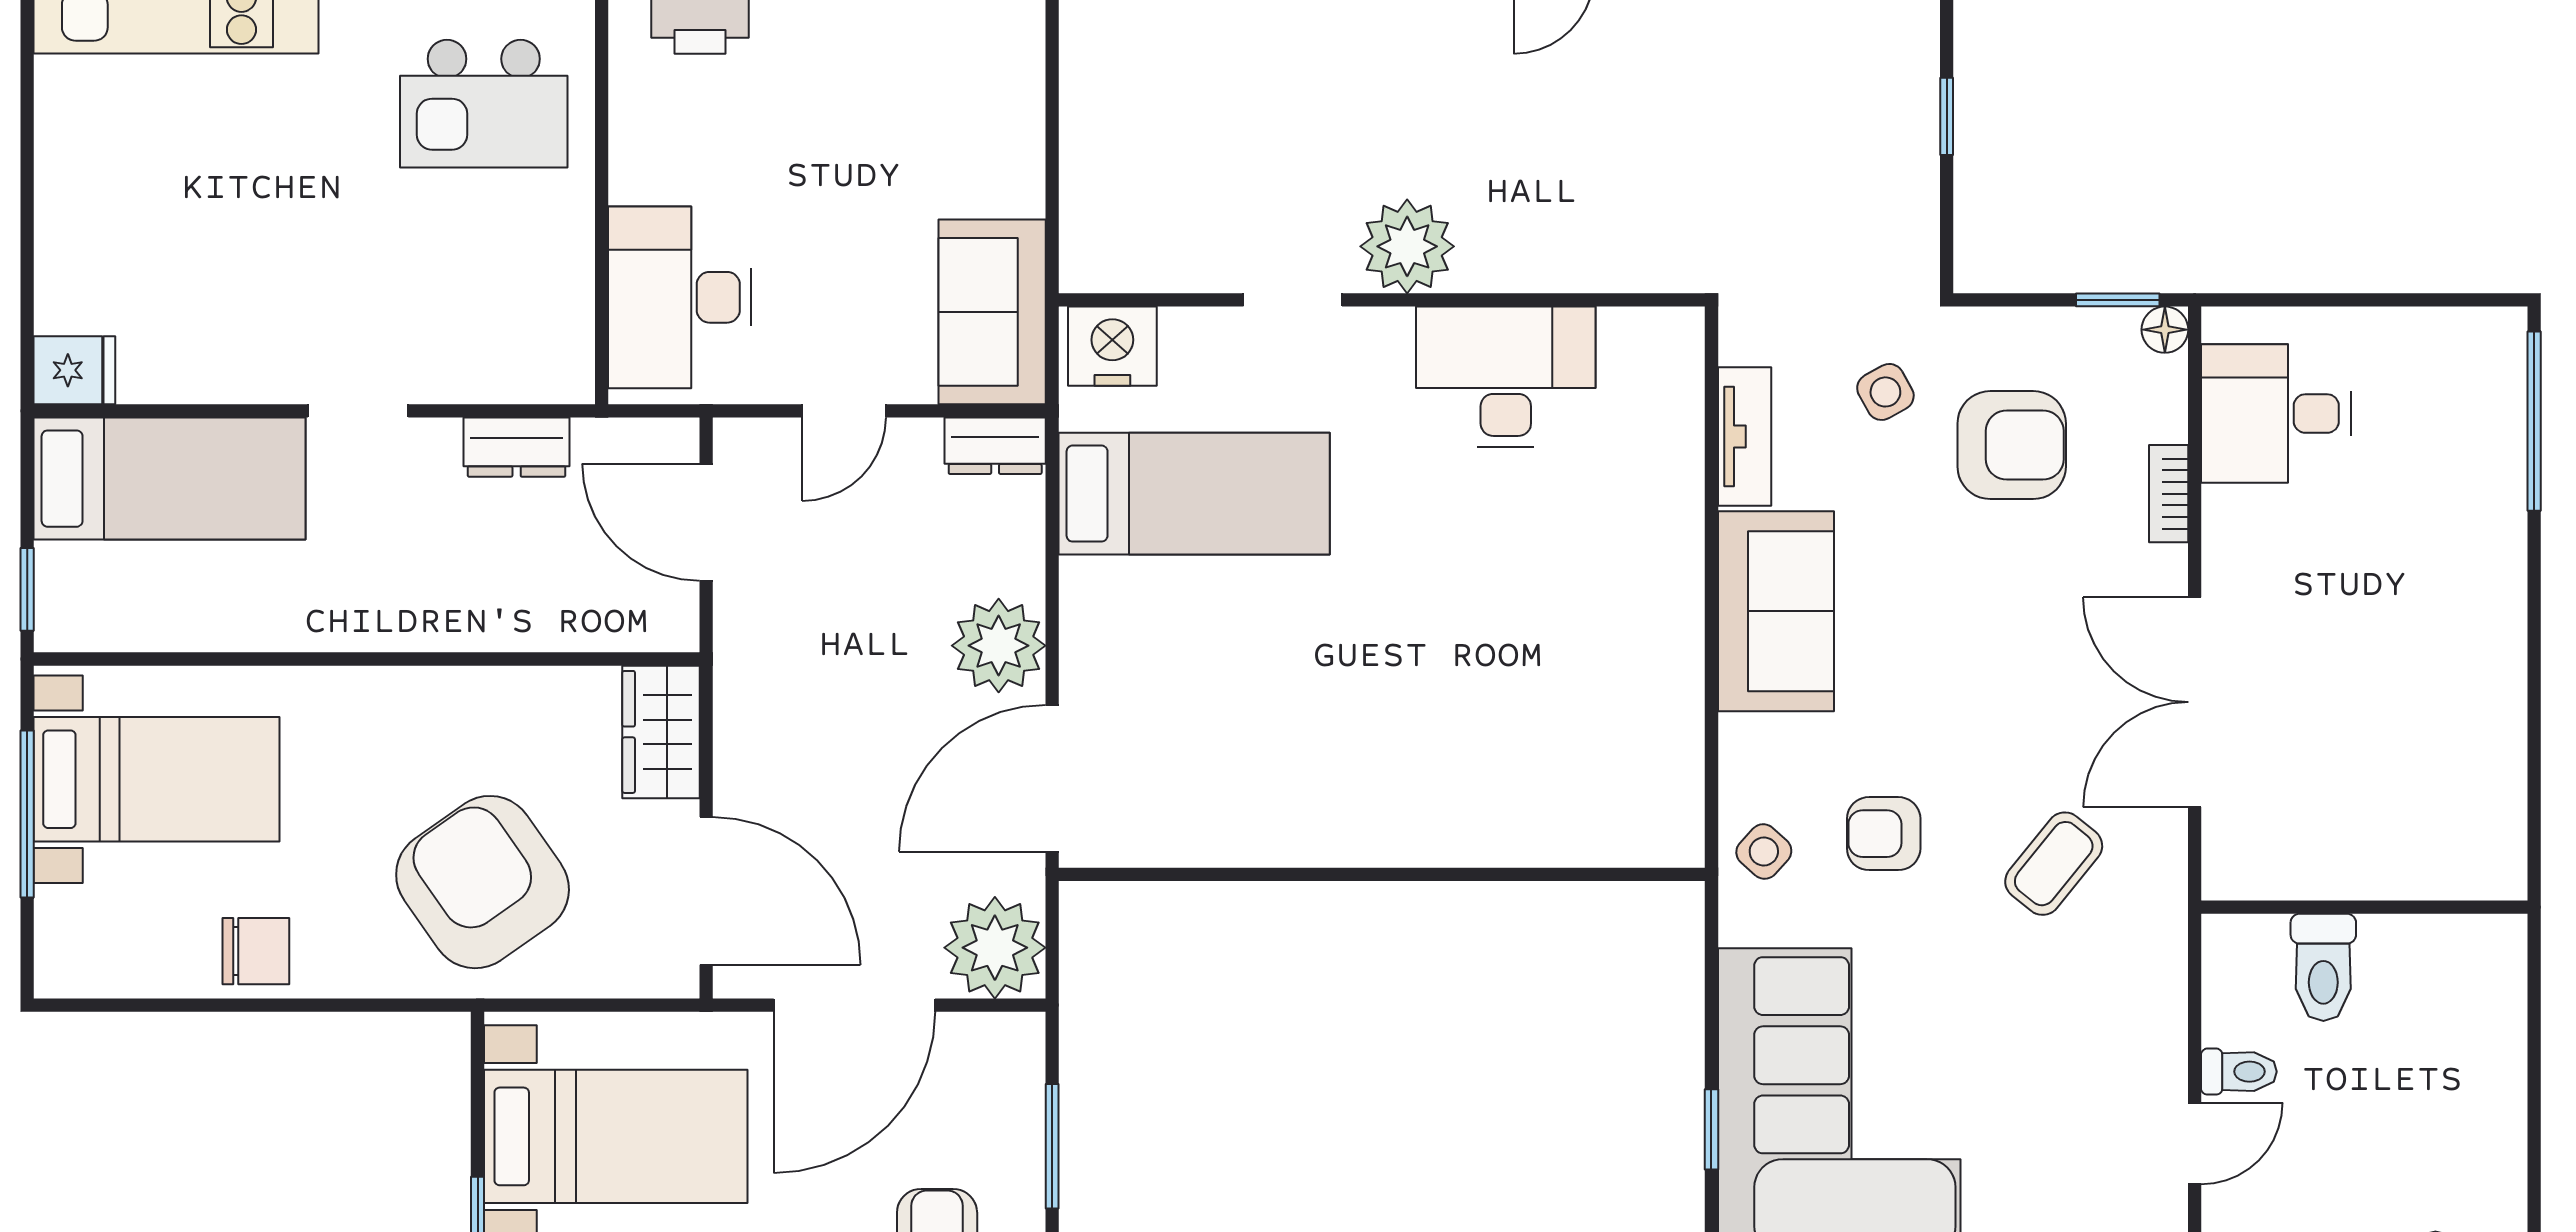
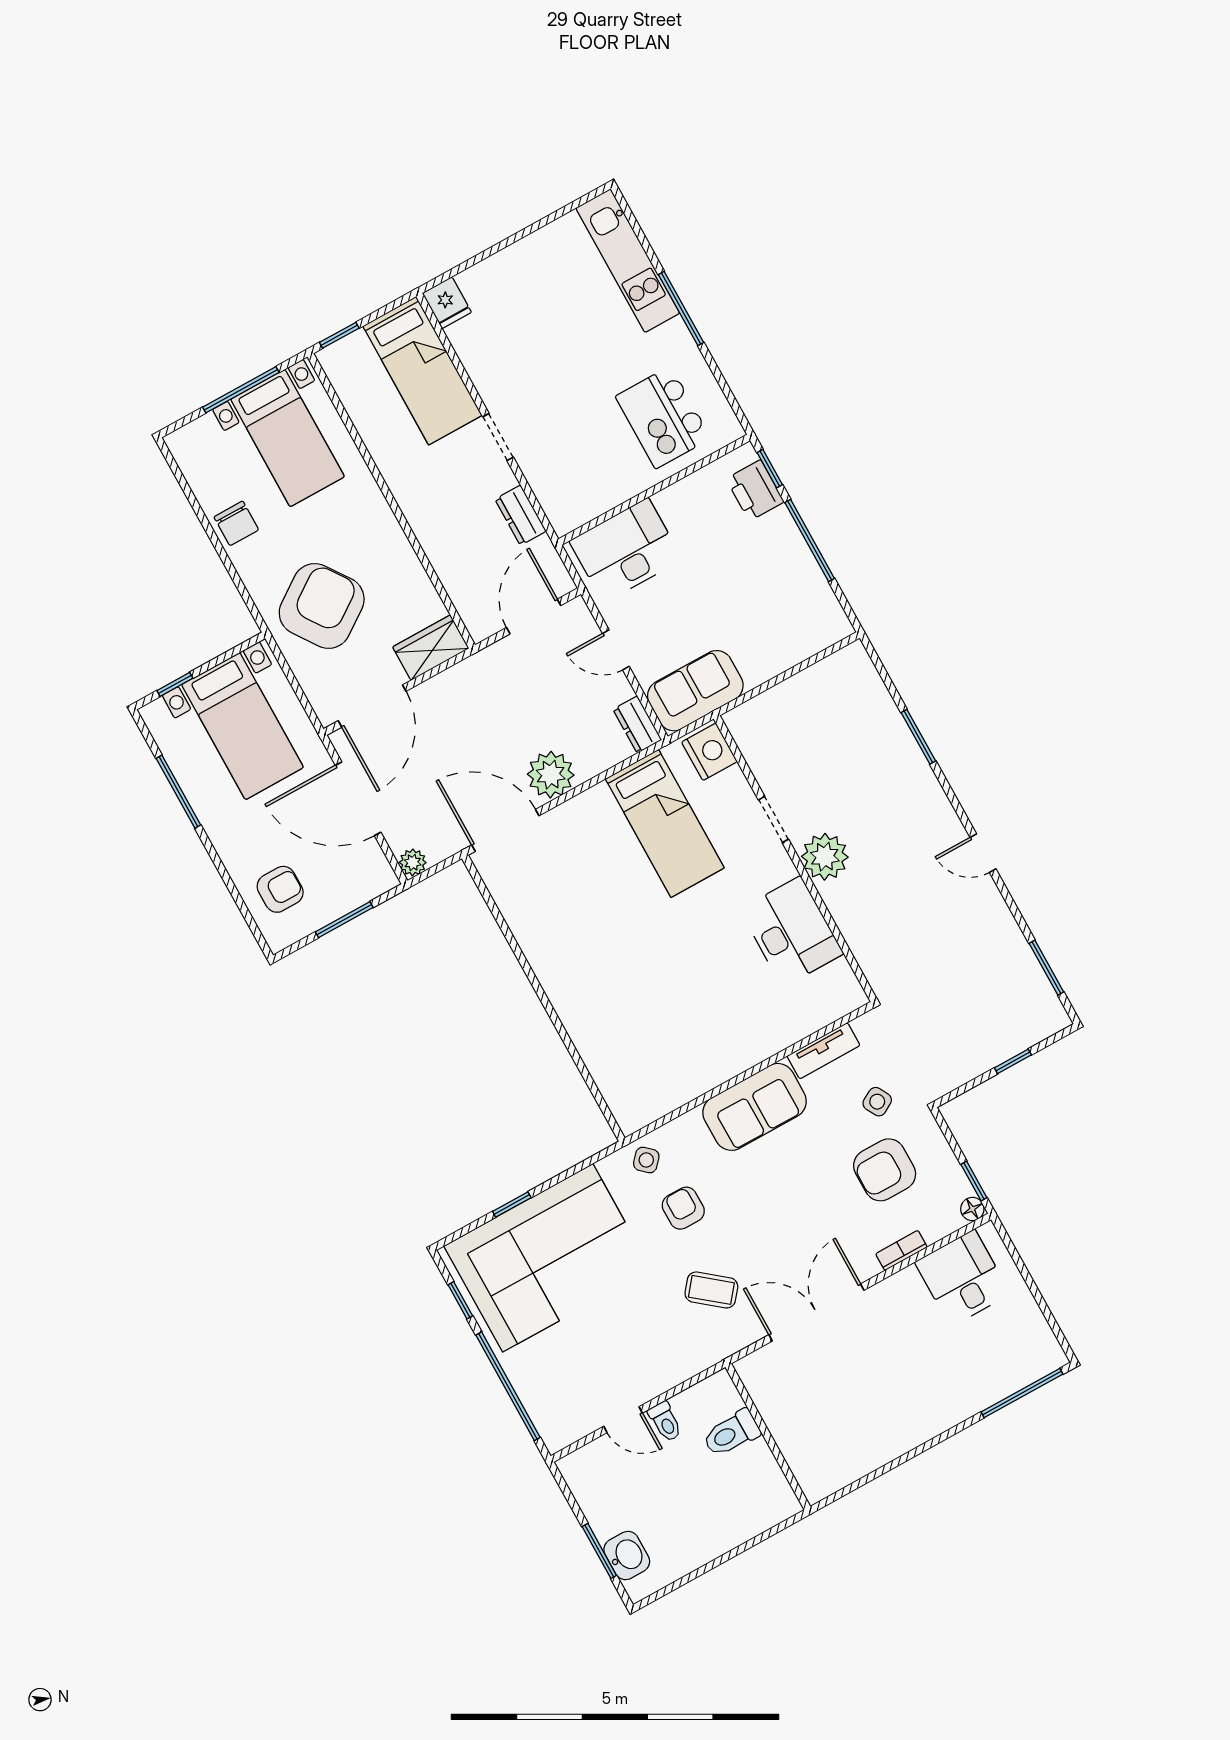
armchair: (2012, 445) -> (885, 1170), turned 90
plant: (995, 948) -> (413, 862), width x0.53, depth x0.53

